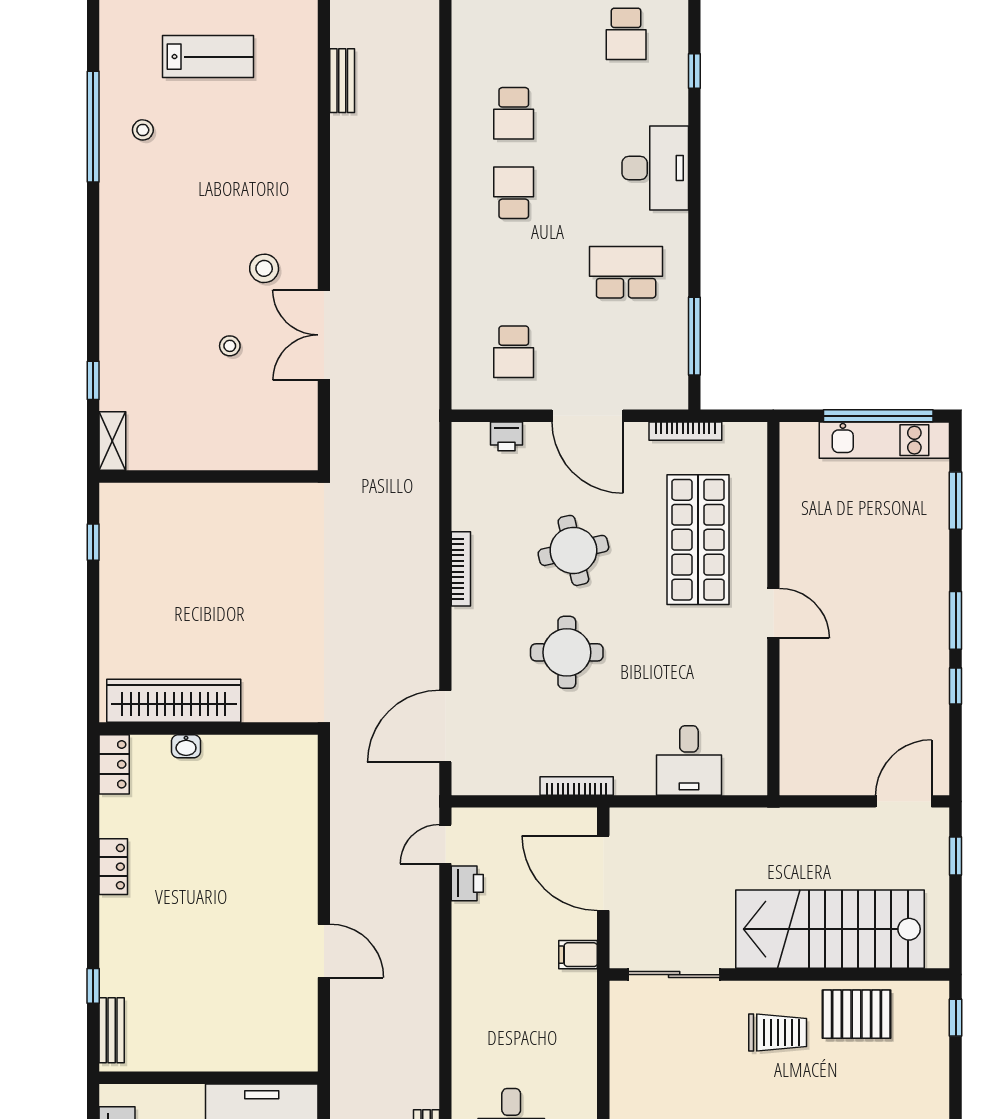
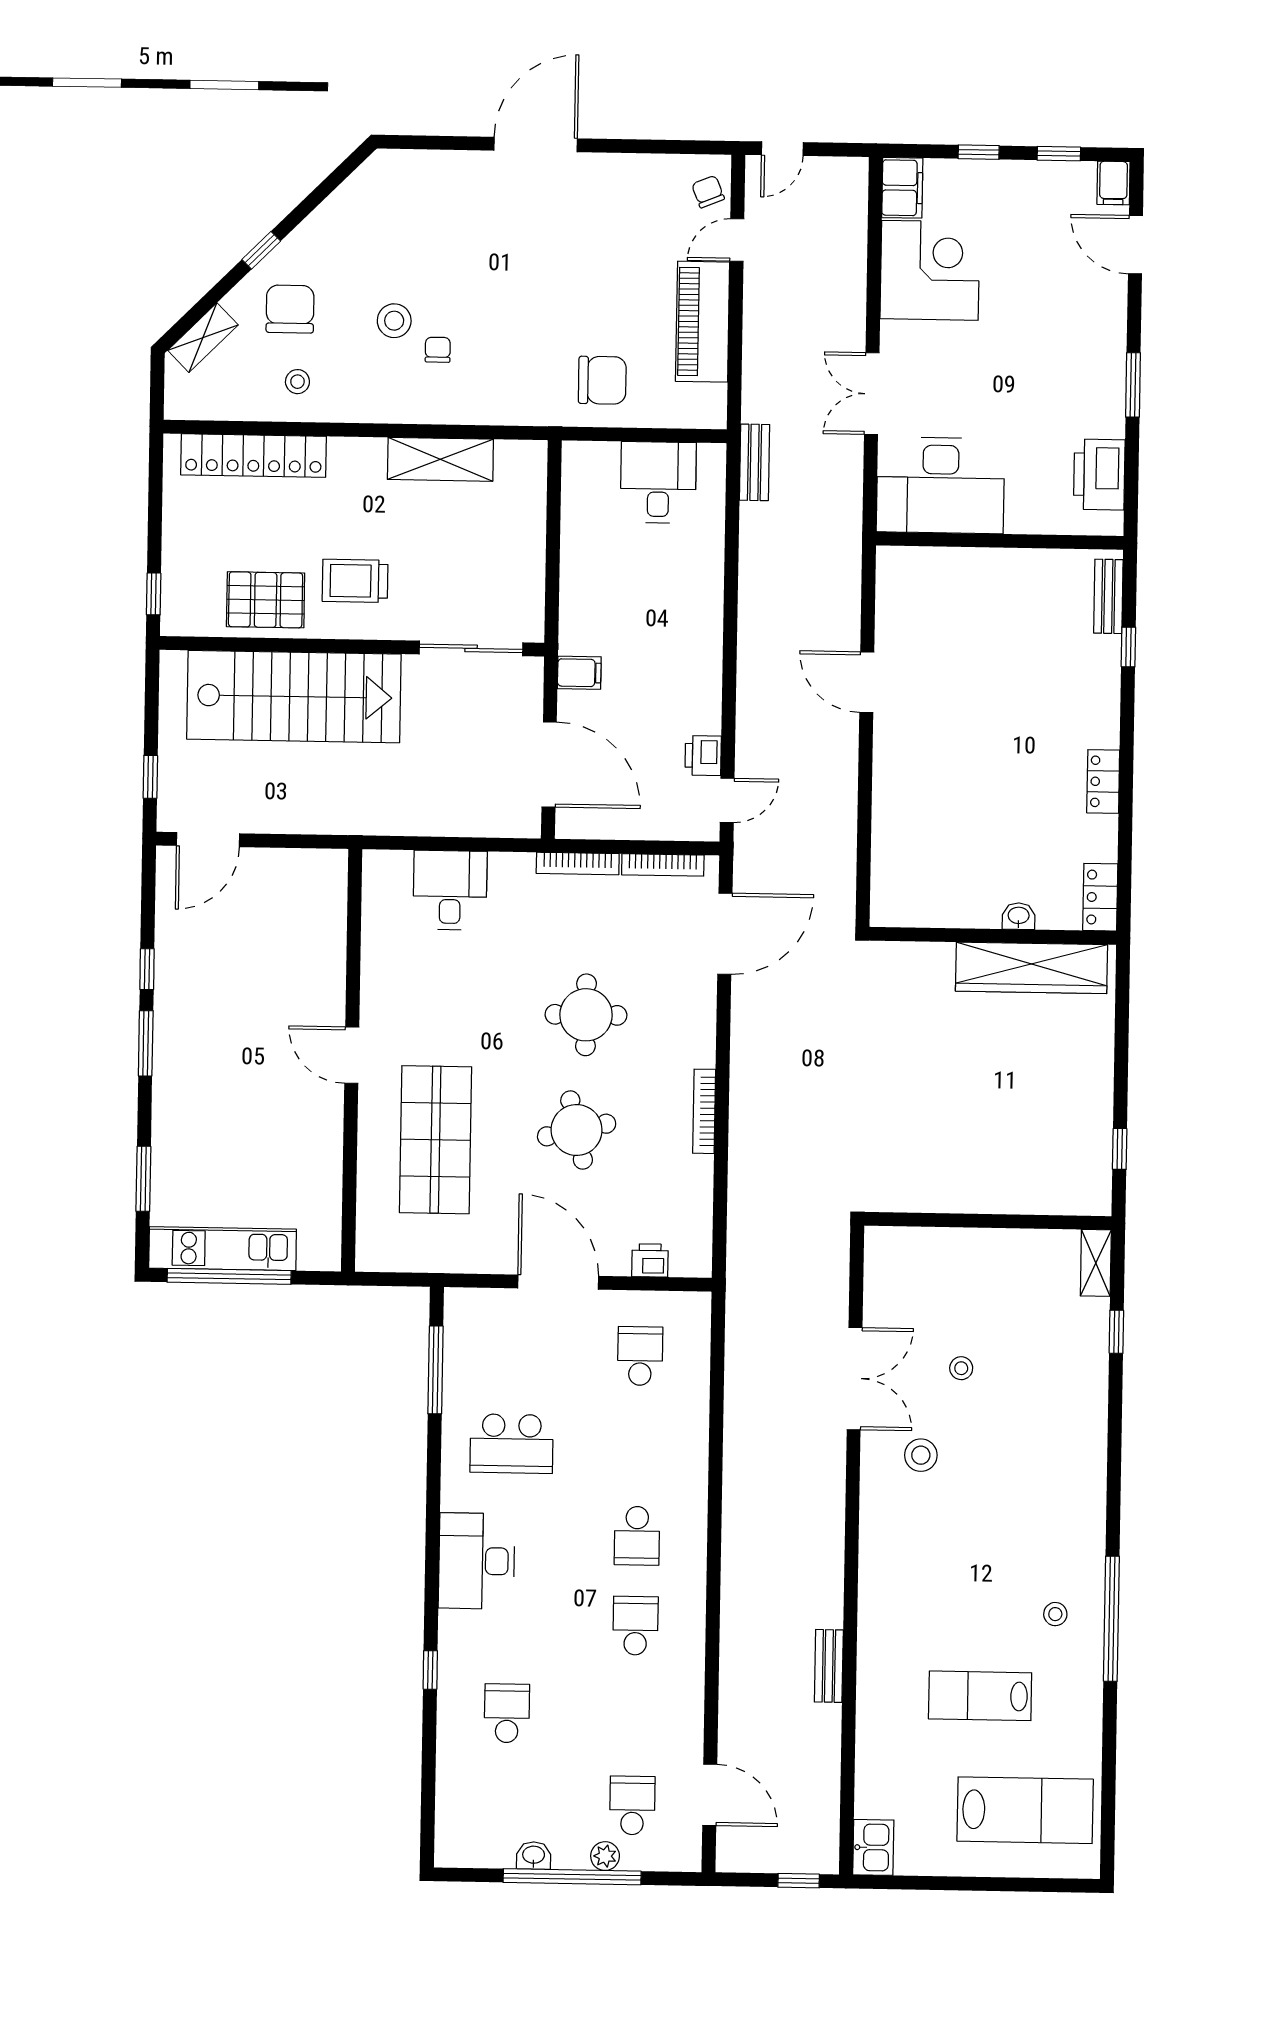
bookcase: (685, 431) -> (663, 865), moved, turned 180

